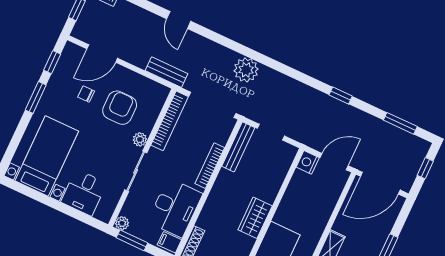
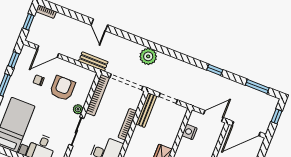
nightstand: (308, 162) -> (189, 132), moved

